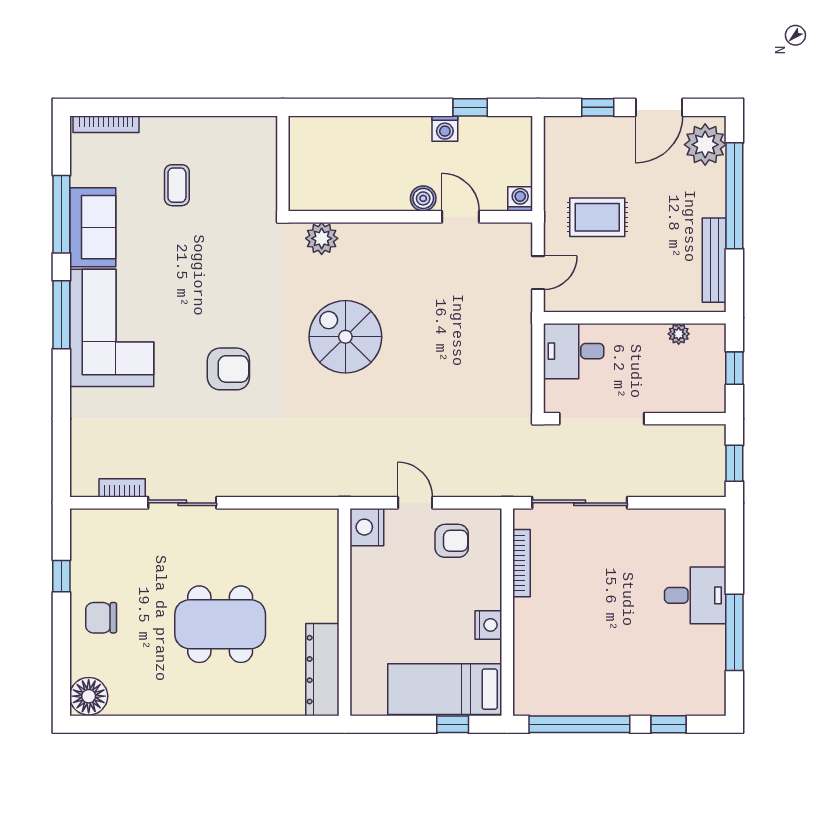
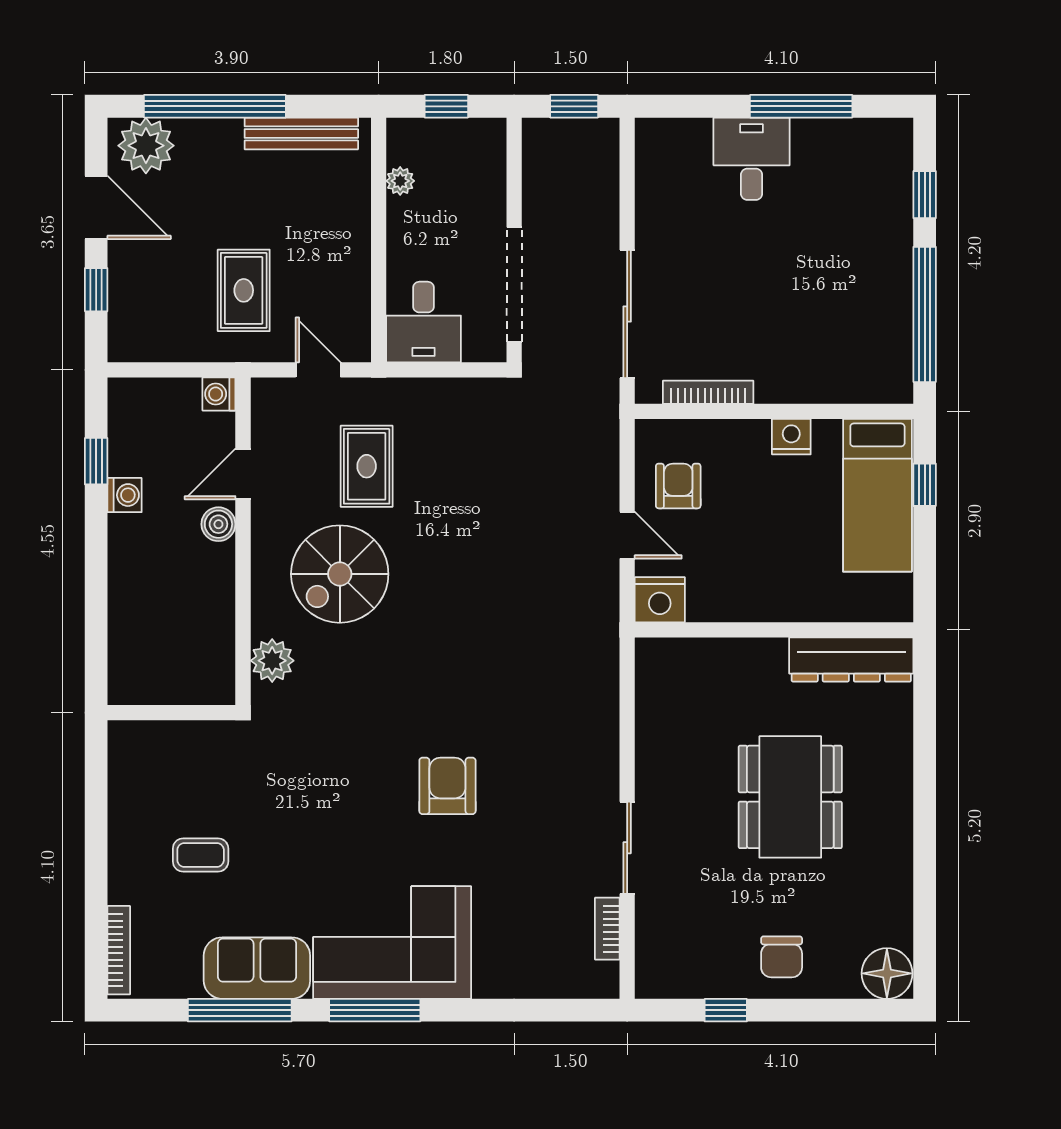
rug: (466, 309) -> (367, 466), added
spiral stairs: (345, 337) -> (340, 574), moved
door: (415, 503) -> (627, 535), swing flipped

